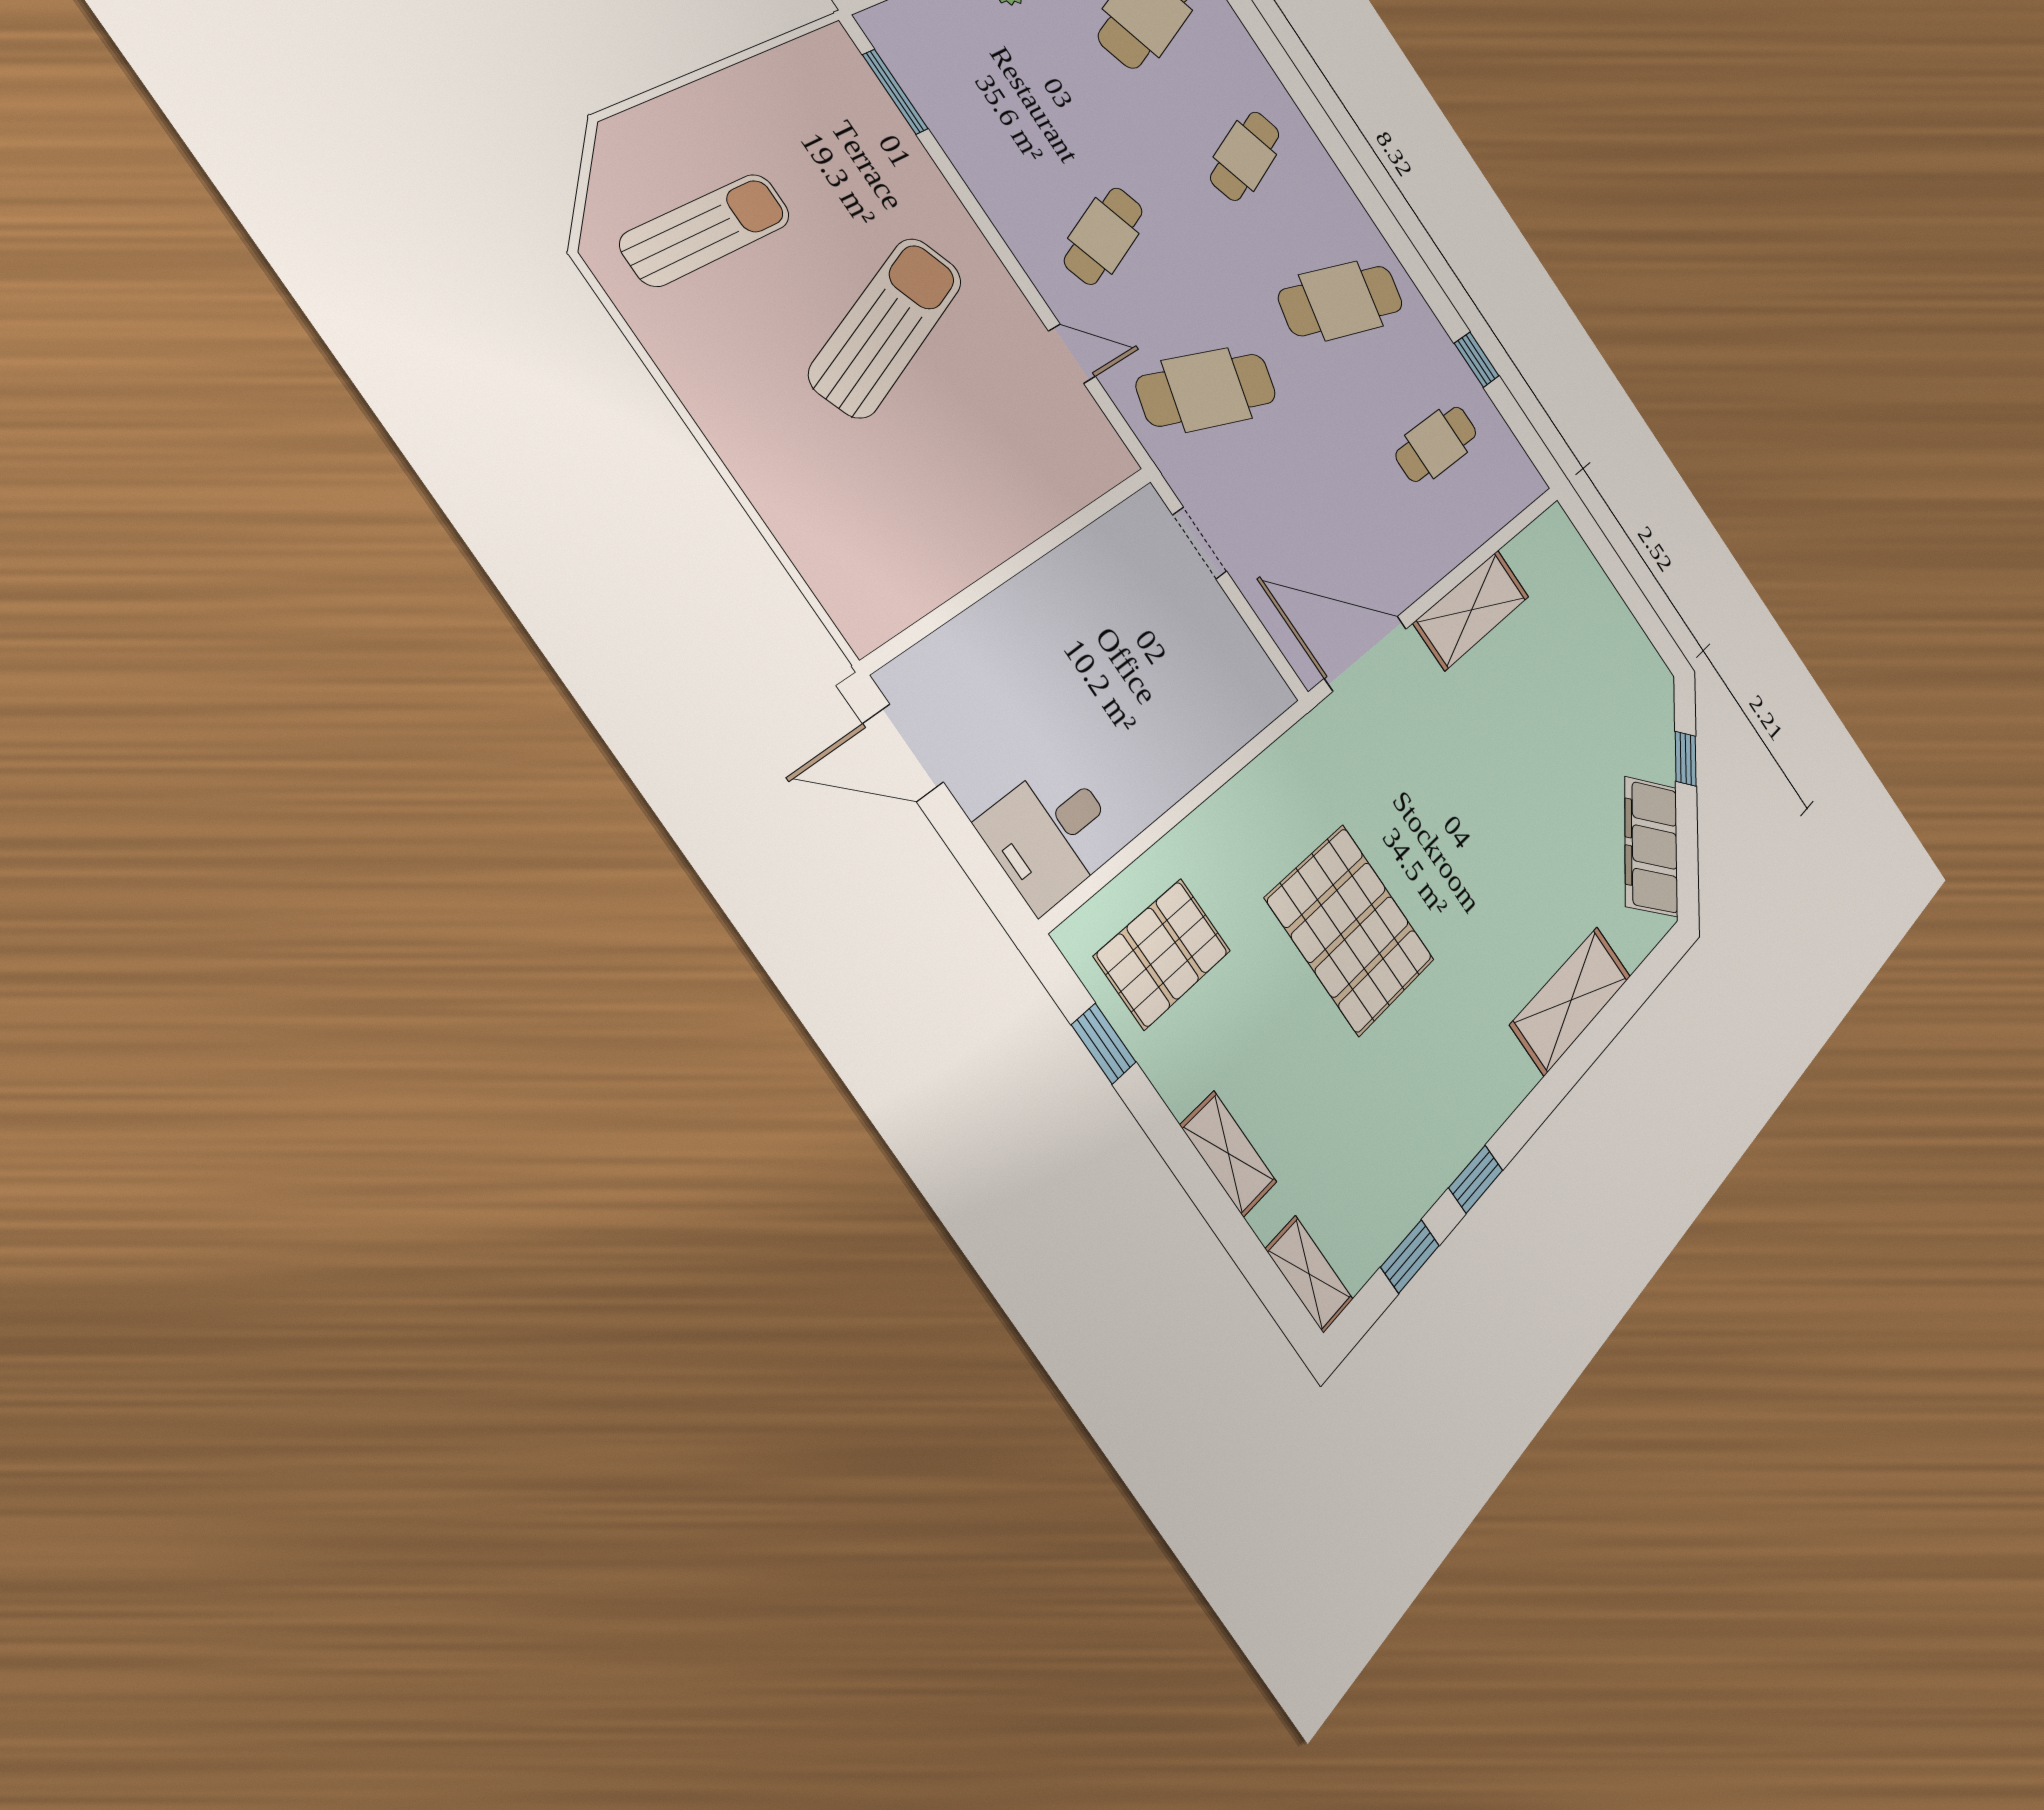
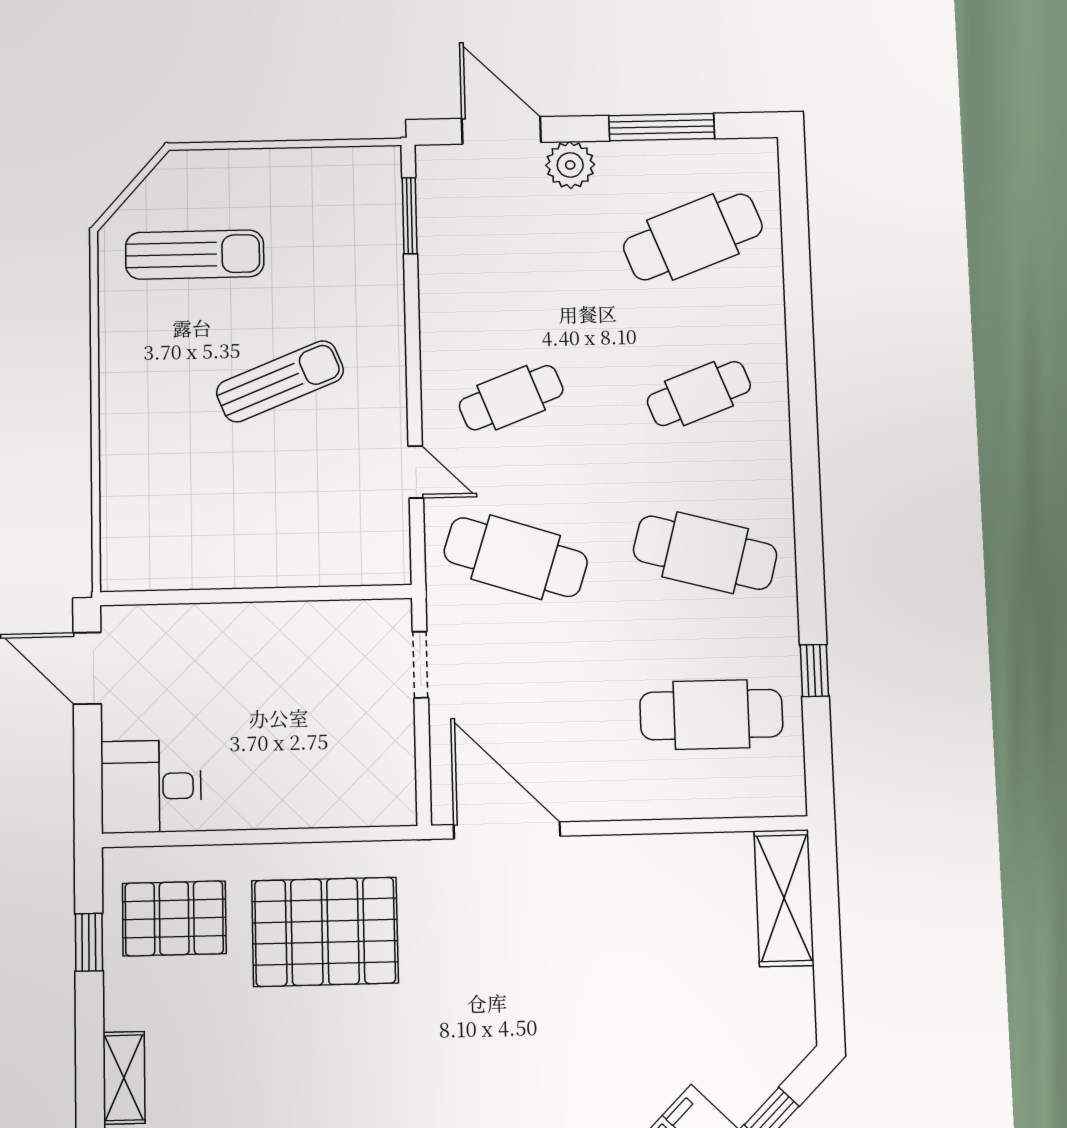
sun lounger: (887, 327) -> (280, 381), width x0.73, depth x0.75
cafe table: (1436, 444) -> (711, 715), width x1.37, depth x1.35
shelving: (1472, 610) -> (784, 898), moved, turned 90
pallet: (1351, 929) -> (325, 932), moved, turned 90

